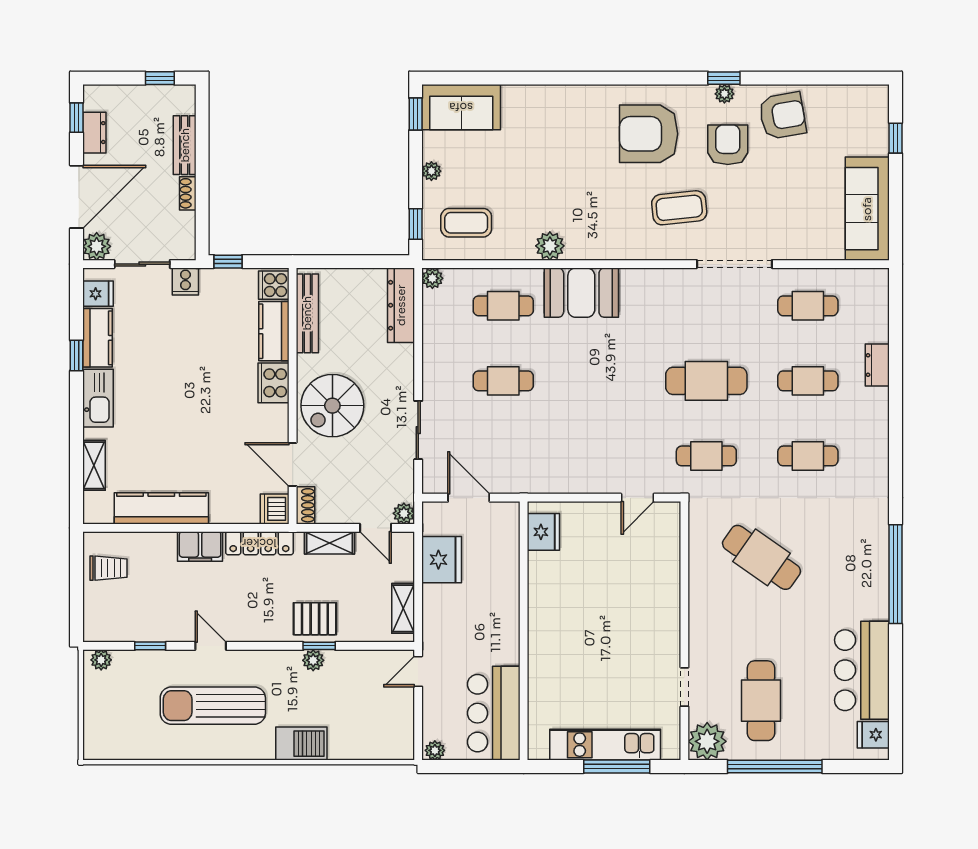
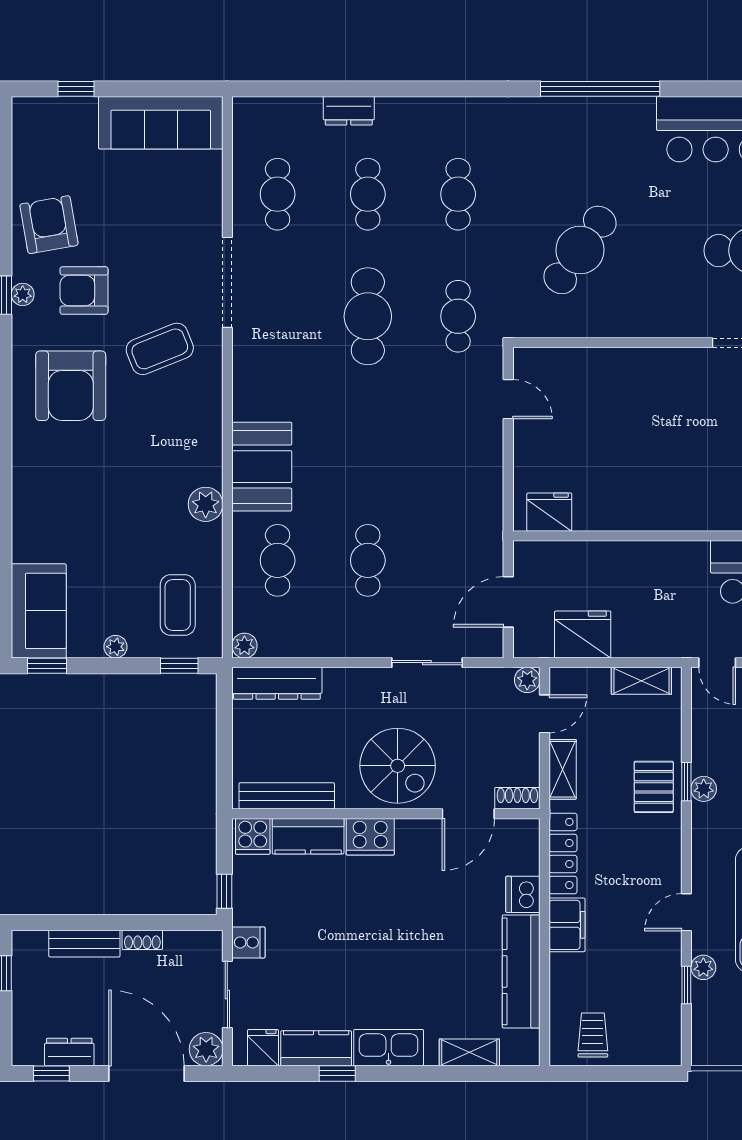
coffee table: (679, 208) -> (160, 349), turned 74
dishwasher: (275, 509) -> (523, 894), moved, turned 90
plant: (101, 660) -> (703, 967), moved

